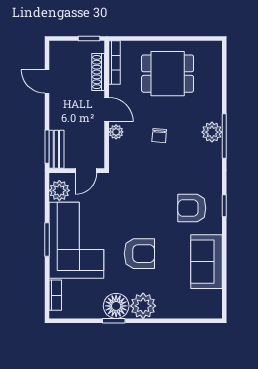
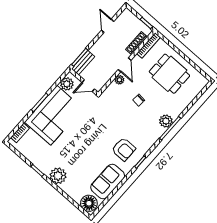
armchair: (192, 208) -> (124, 149), turned 180
armchair: (139, 254) -> (79, 149), removed
floor lamp: (116, 306) -> (89, 203), moved

